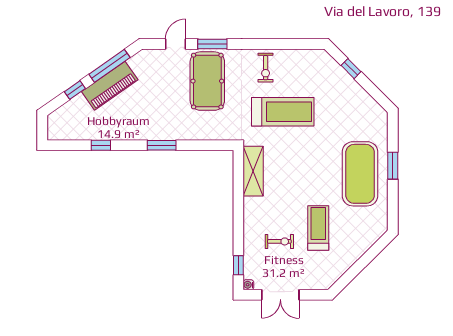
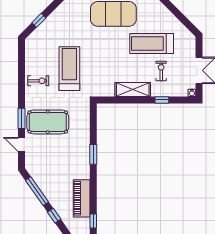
piano: (110, 86) -> (82, 198), moved, turned -145
window: (101, 145) -> (93, 221), moved
shelving: (253, 171) -> (133, 89), moved
treadmill: (318, 228) -> (152, 43), width x1.37, depth x1.38
window: (238, 265) -> (162, 100), moved

